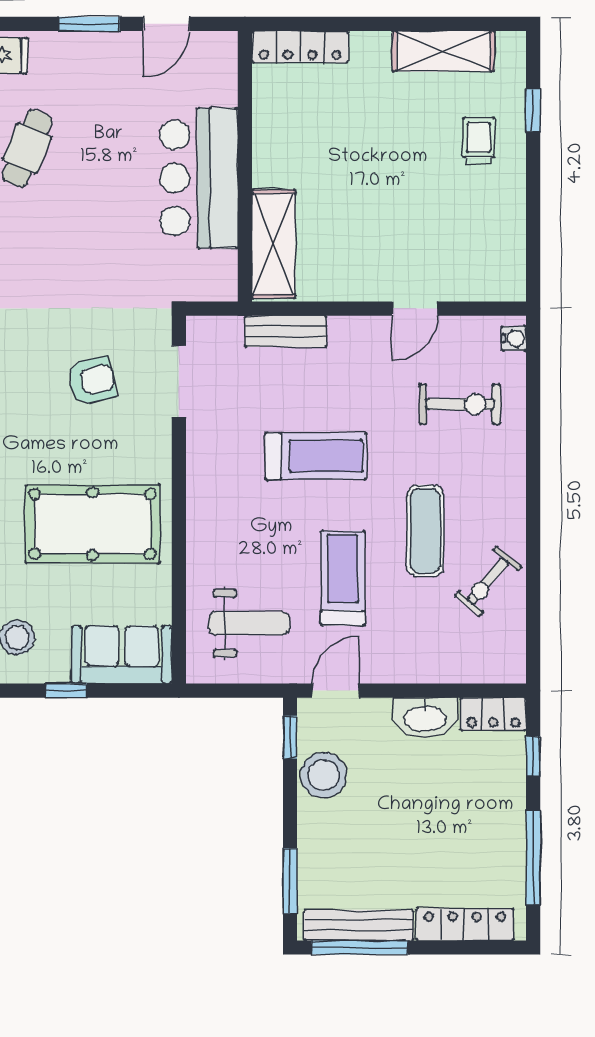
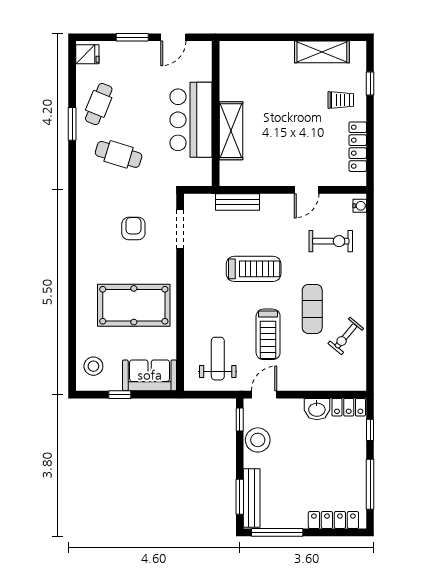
locker: (300, 47) -> (358, 147), moved, turned 90
trolley: (479, 141) -> (341, 100), turned 90
cafe table: (64, 242) -> (119, 154), added
shelving: (274, 244) -> (231, 131), moved
armchair: (92, 381) -> (133, 228), turned -78
treadmill: (343, 578) -> (268, 334), turned 180
weight bench: (249, 623) -> (218, 359), turned -90
washbasin: (425, 718) -> (317, 409), width x0.72
bench: (359, 925) -> (252, 498), moved, turned 90

